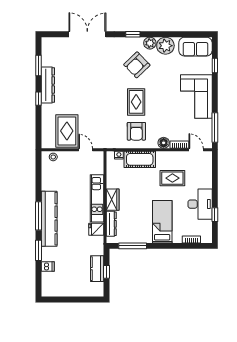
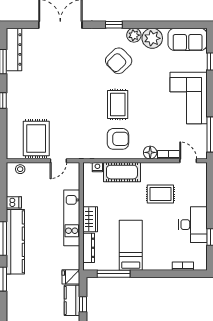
dresser: (48, 85) -> (14, 50), moved
armchair: (136, 131) -> (118, 139), turned -90
door: (86, 150) -> (58, 161), swing flipped
bed: (162, 222) -> (131, 245), moved
fridge: (96, 229) -> (71, 277), moved
dishwasher: (48, 267) -> (14, 202), moved

